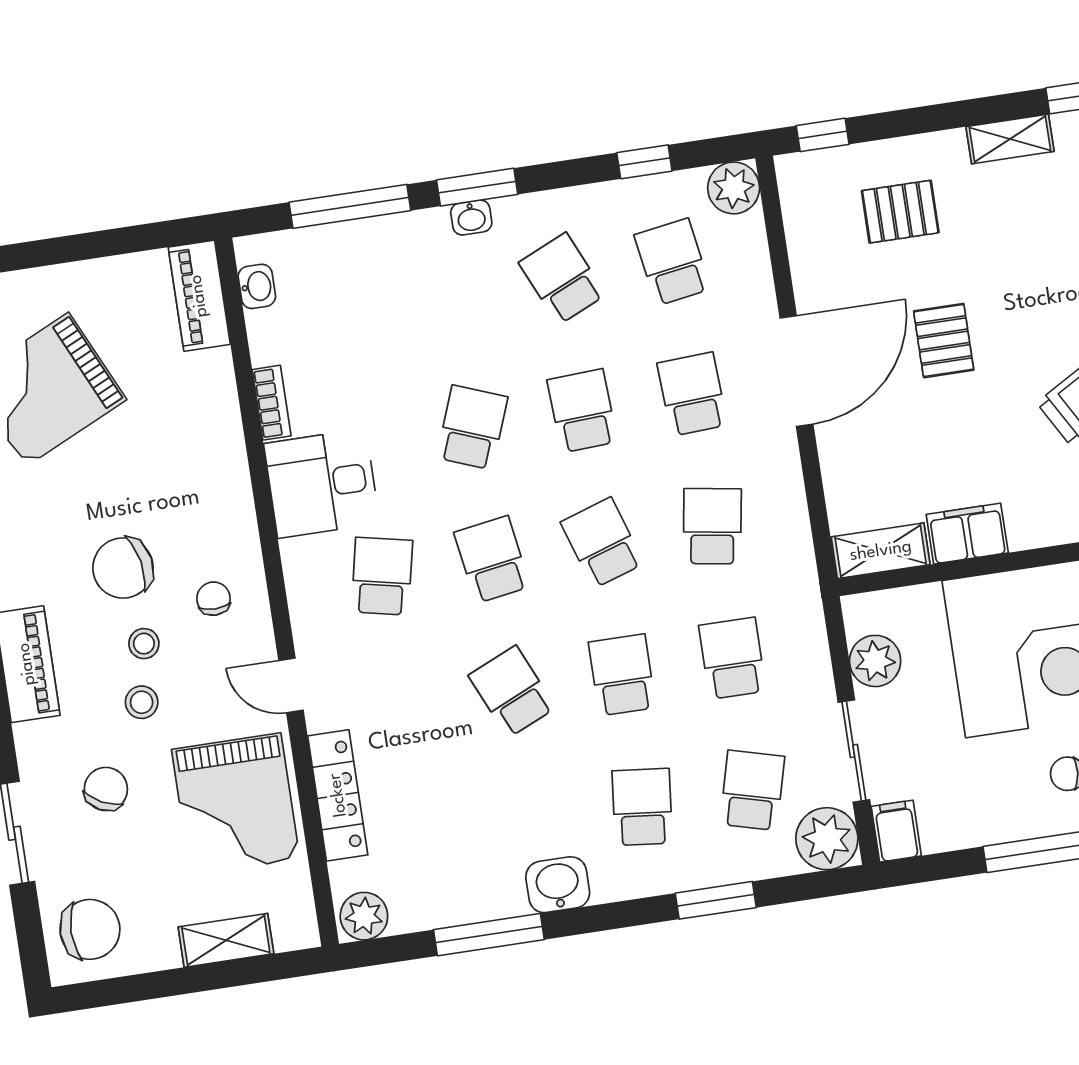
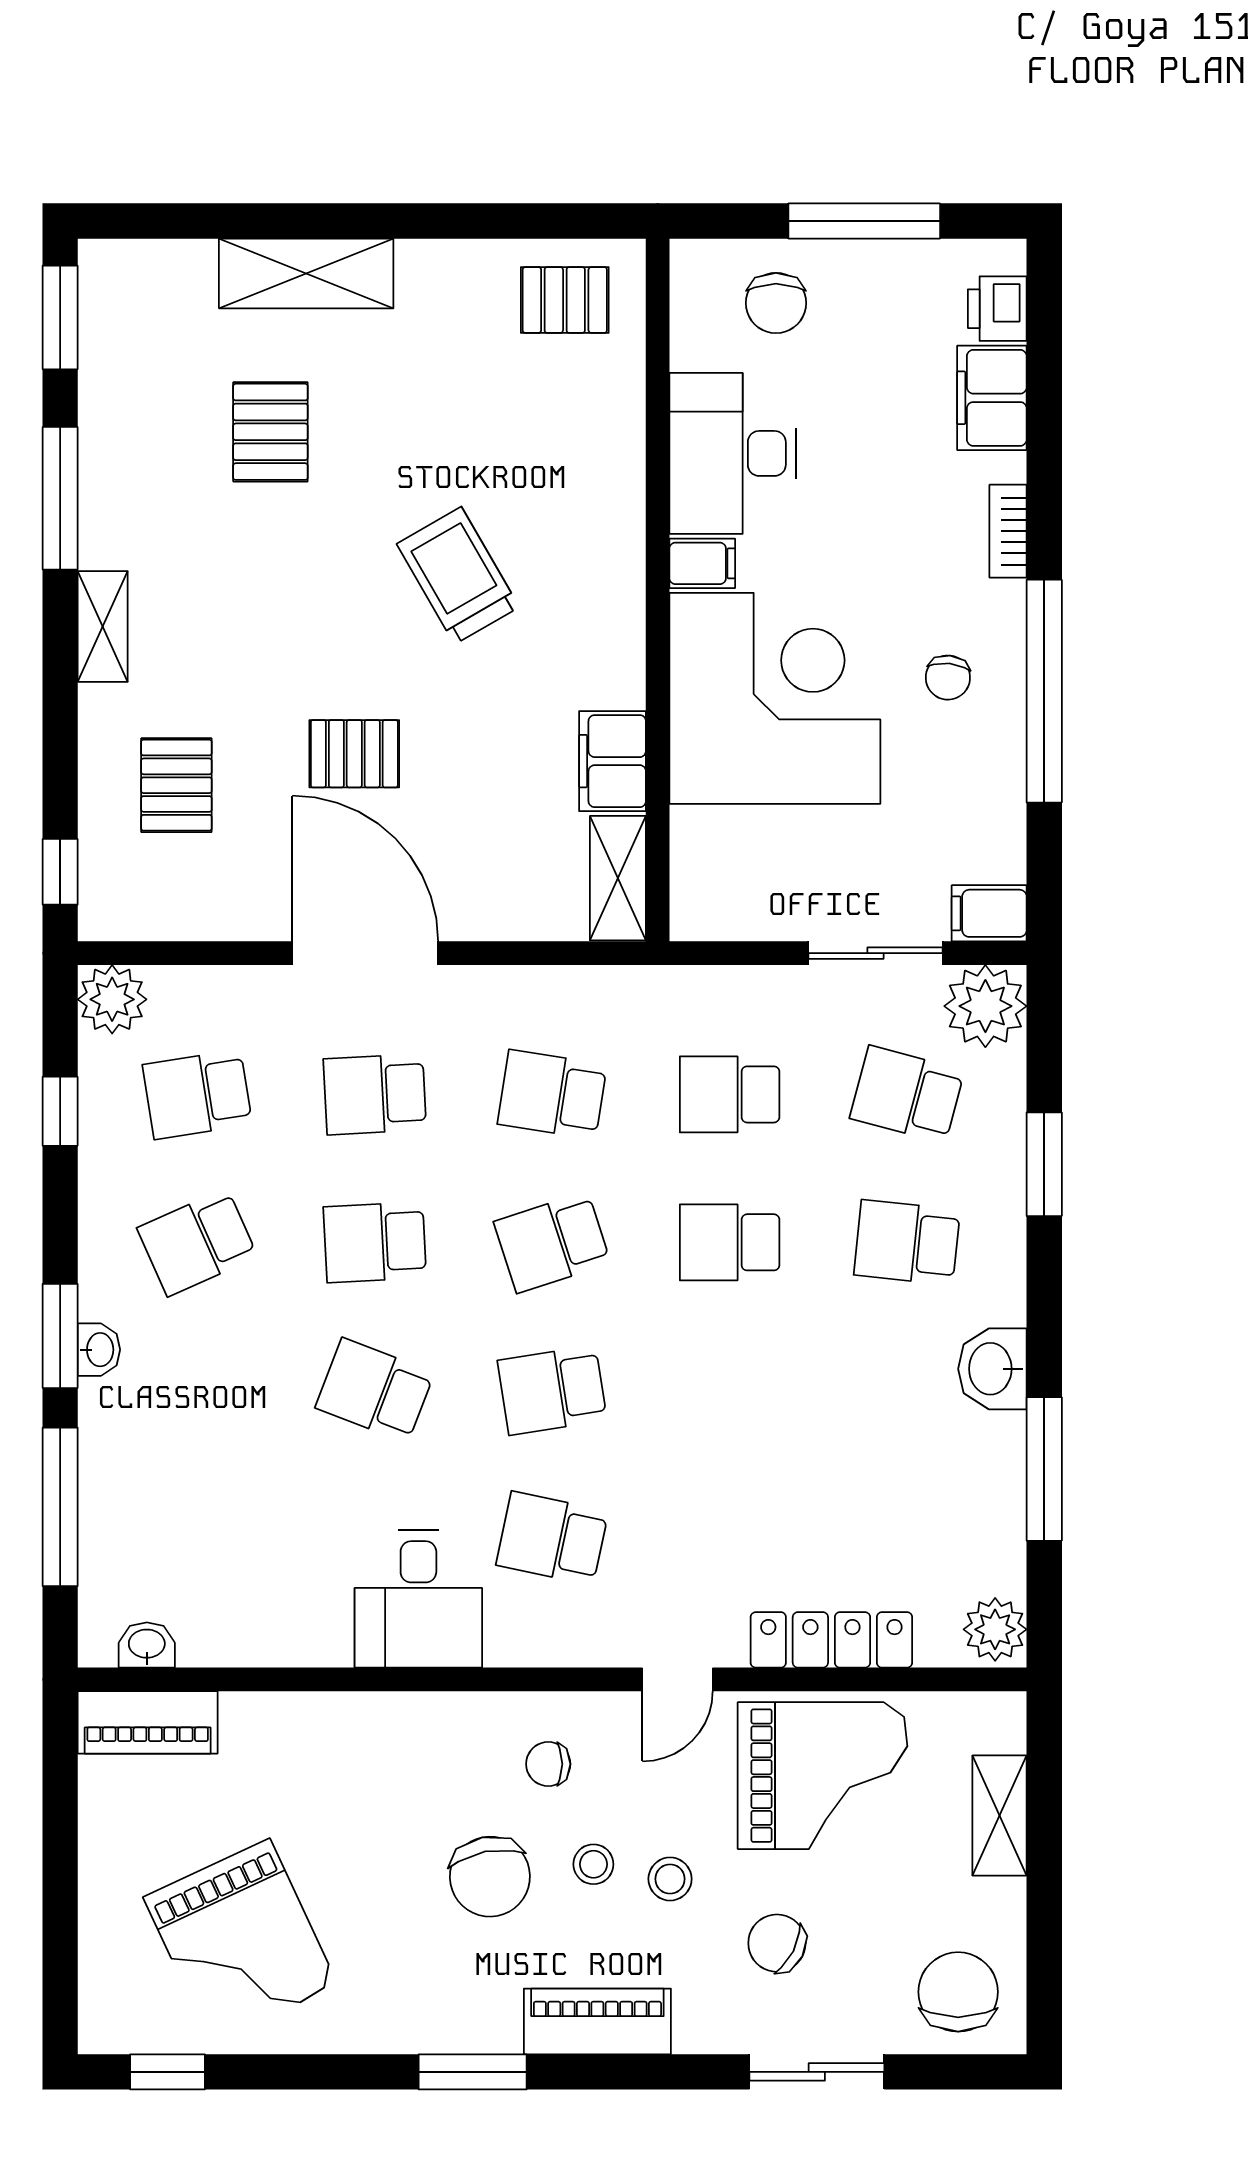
bookcase: (272, 403) -> (302, 1649), removed
plant: (875, 661) -> (761, 907), removed
school desk: (512, 692) -> (730, 1390), removed

